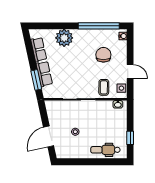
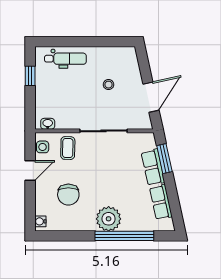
window: (99, 26) -> (124, 236), moved
plant: (64, 38) -> (109, 219), moved
door: (130, 72) -> (30, 171), swing flipped
door: (49, 136) -> (151, 97), moved

